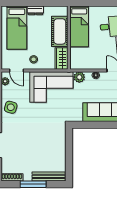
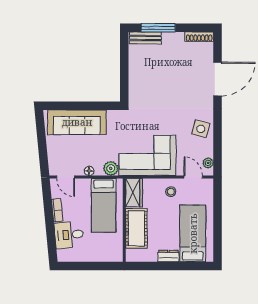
bed: (79, 26) -> (104, 205), moved, turned 180
bench: (49, 176) -> (145, 38), width x0.73
window: (33, 184) -> (158, 28), moved

